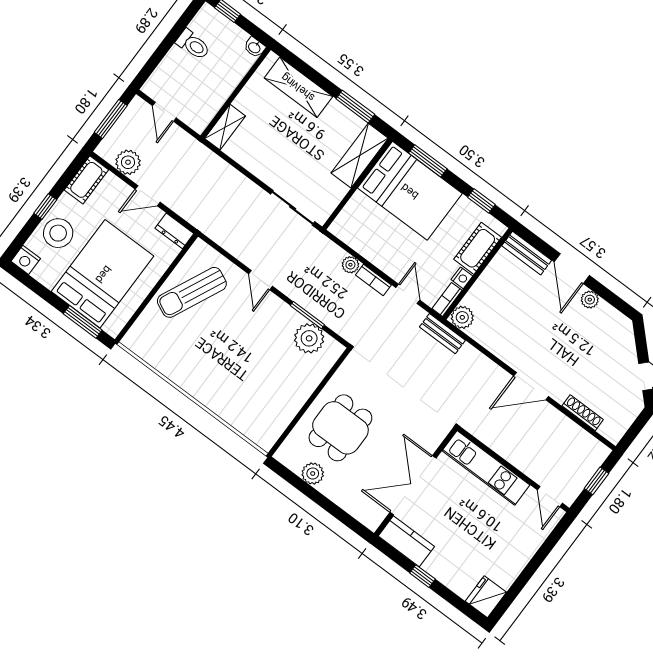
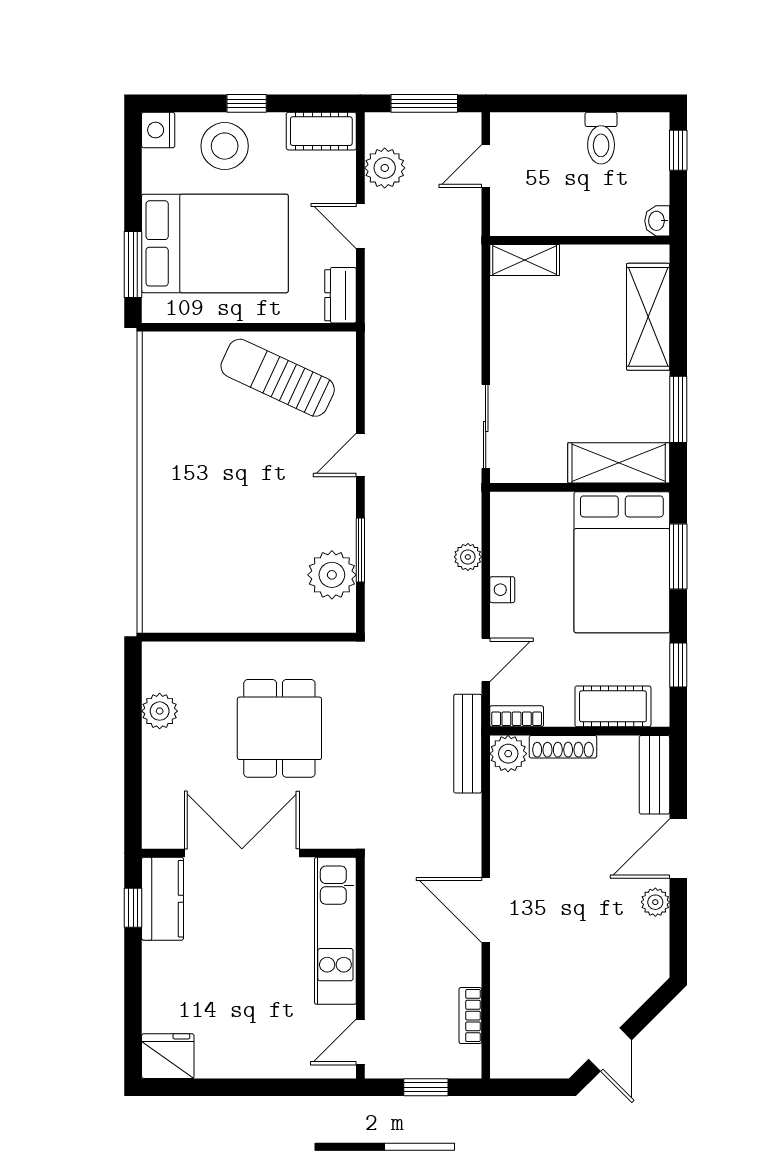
nightstand: (462, 278) -> (502, 590), moved, turned 90
bookcase: (373, 280) -> (470, 1016), moved
bench: (442, 334) -> (468, 744), width x1.36
shoe rack: (583, 413) -> (563, 747), moved, turned 90
dining table: (340, 428) -> (279, 728), moved, turned 90
window: (422, 576) -> (133, 908), moved

